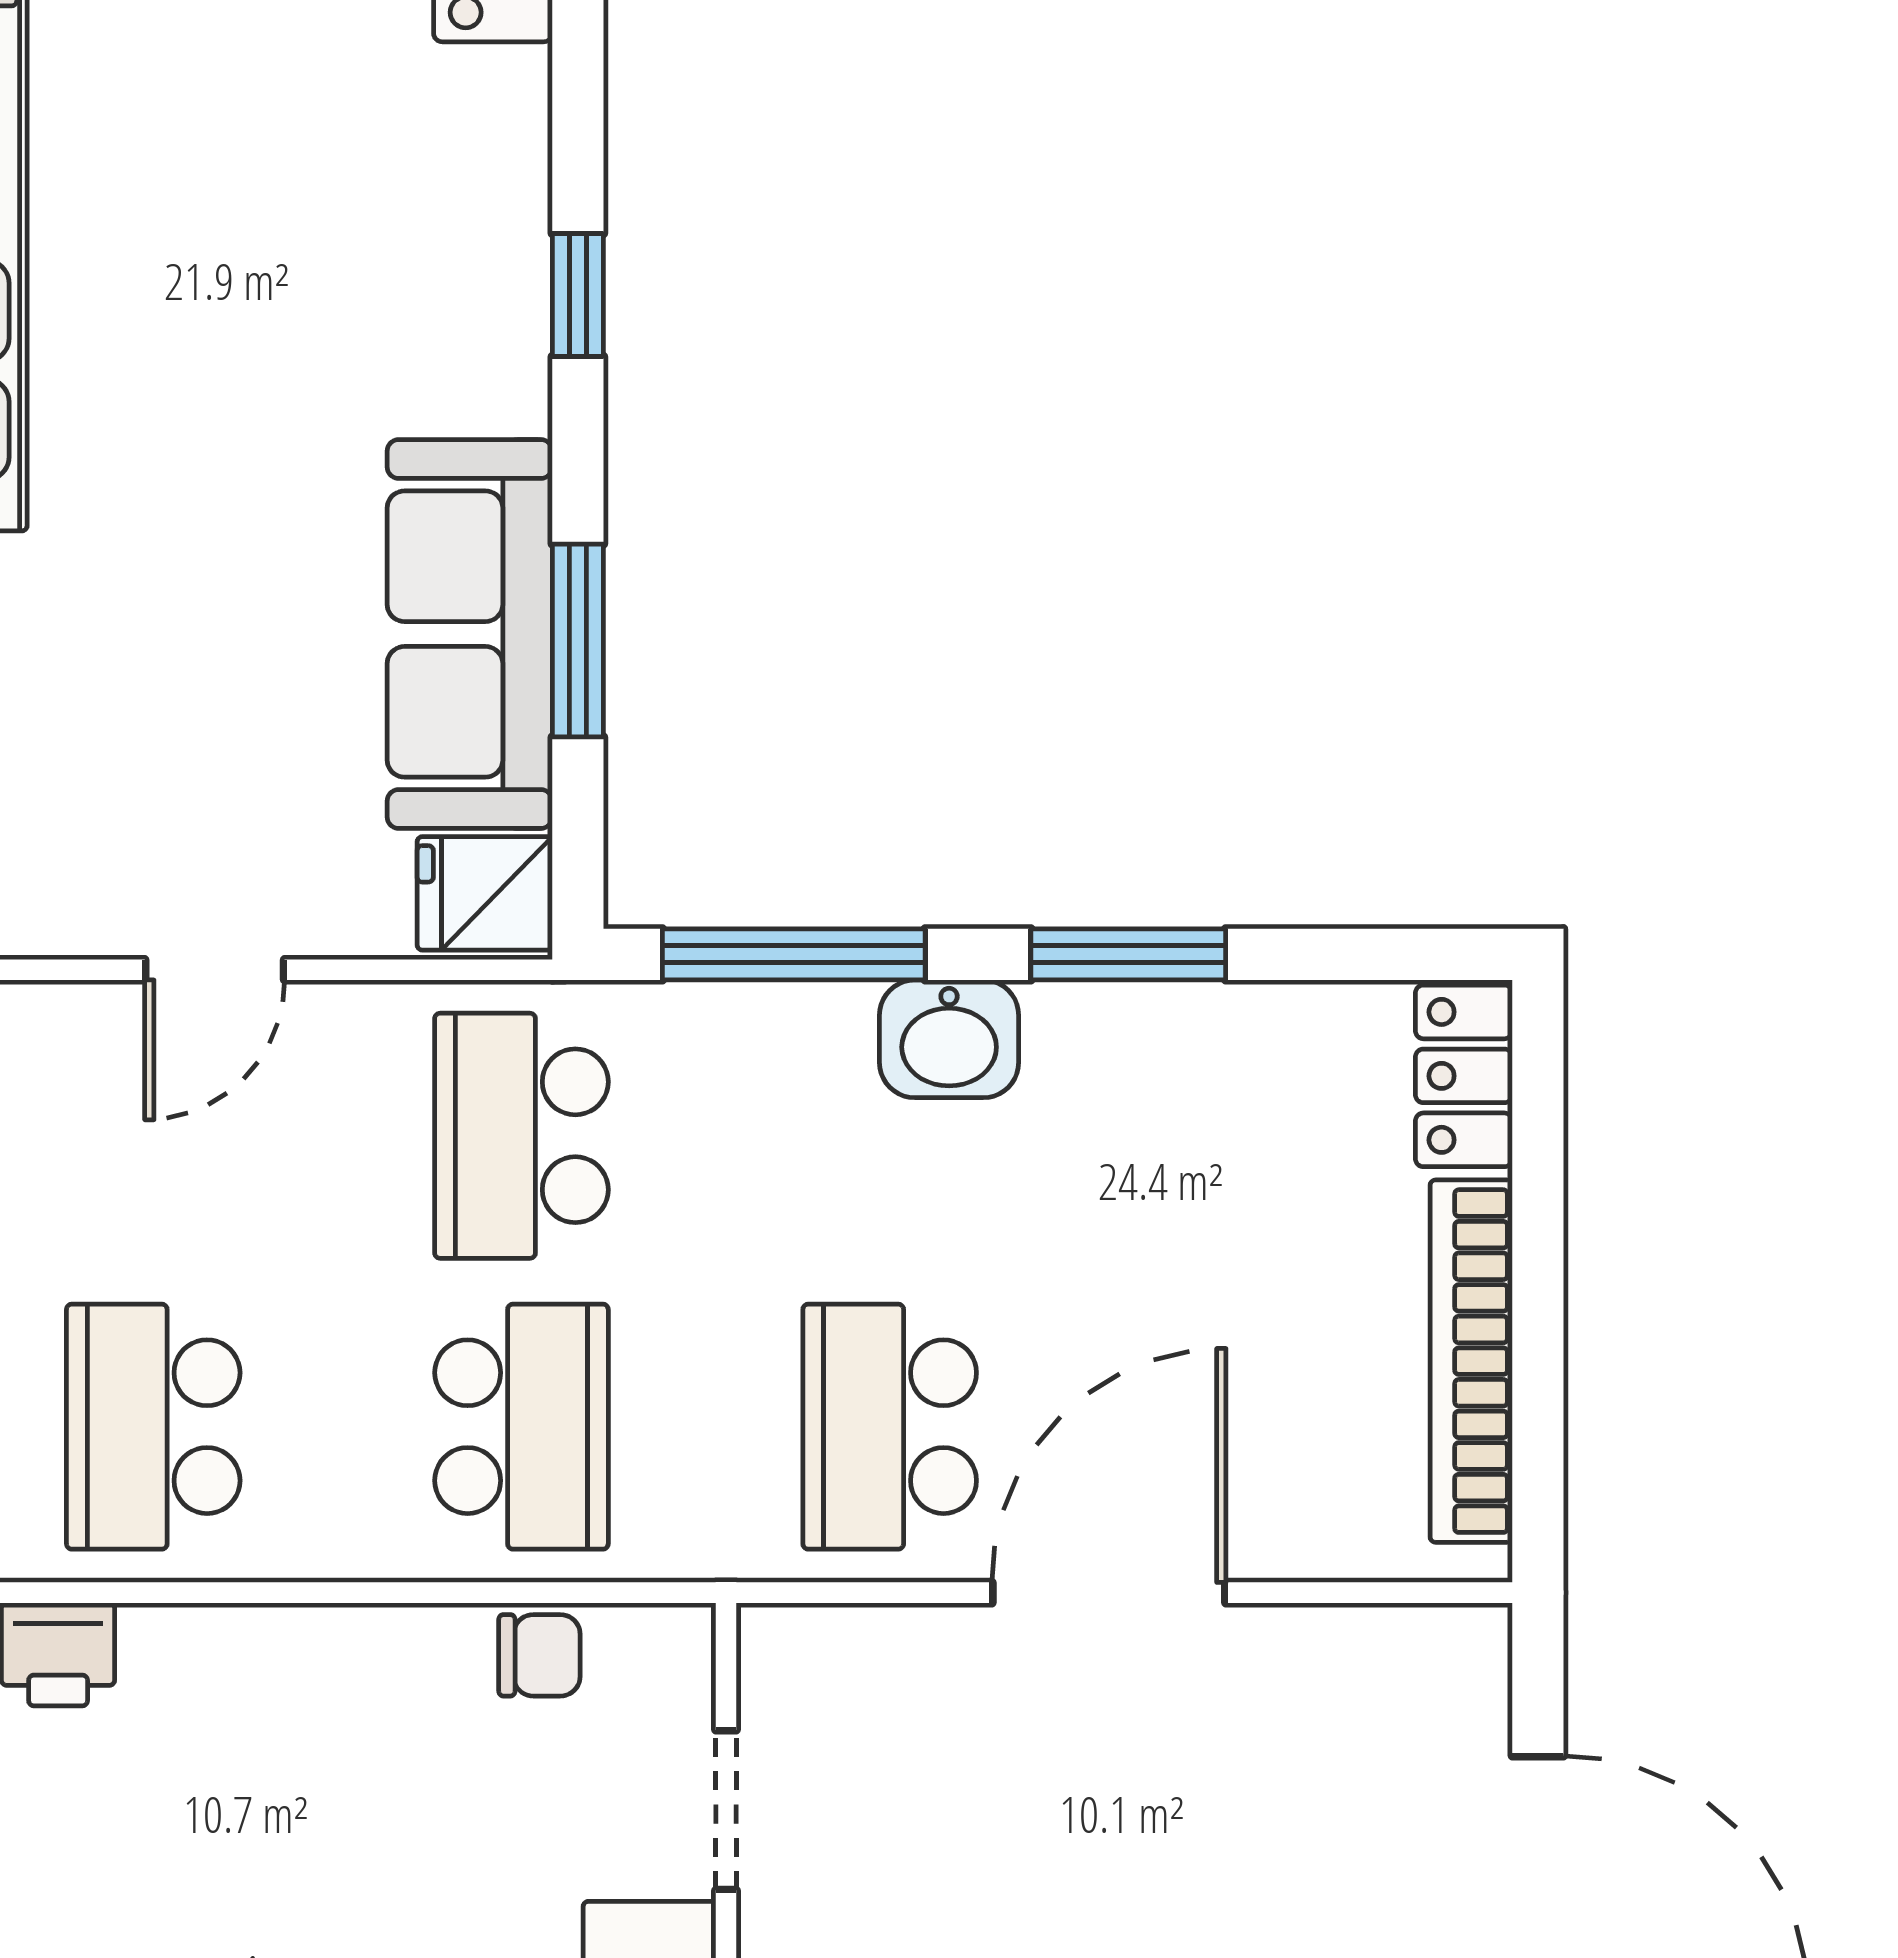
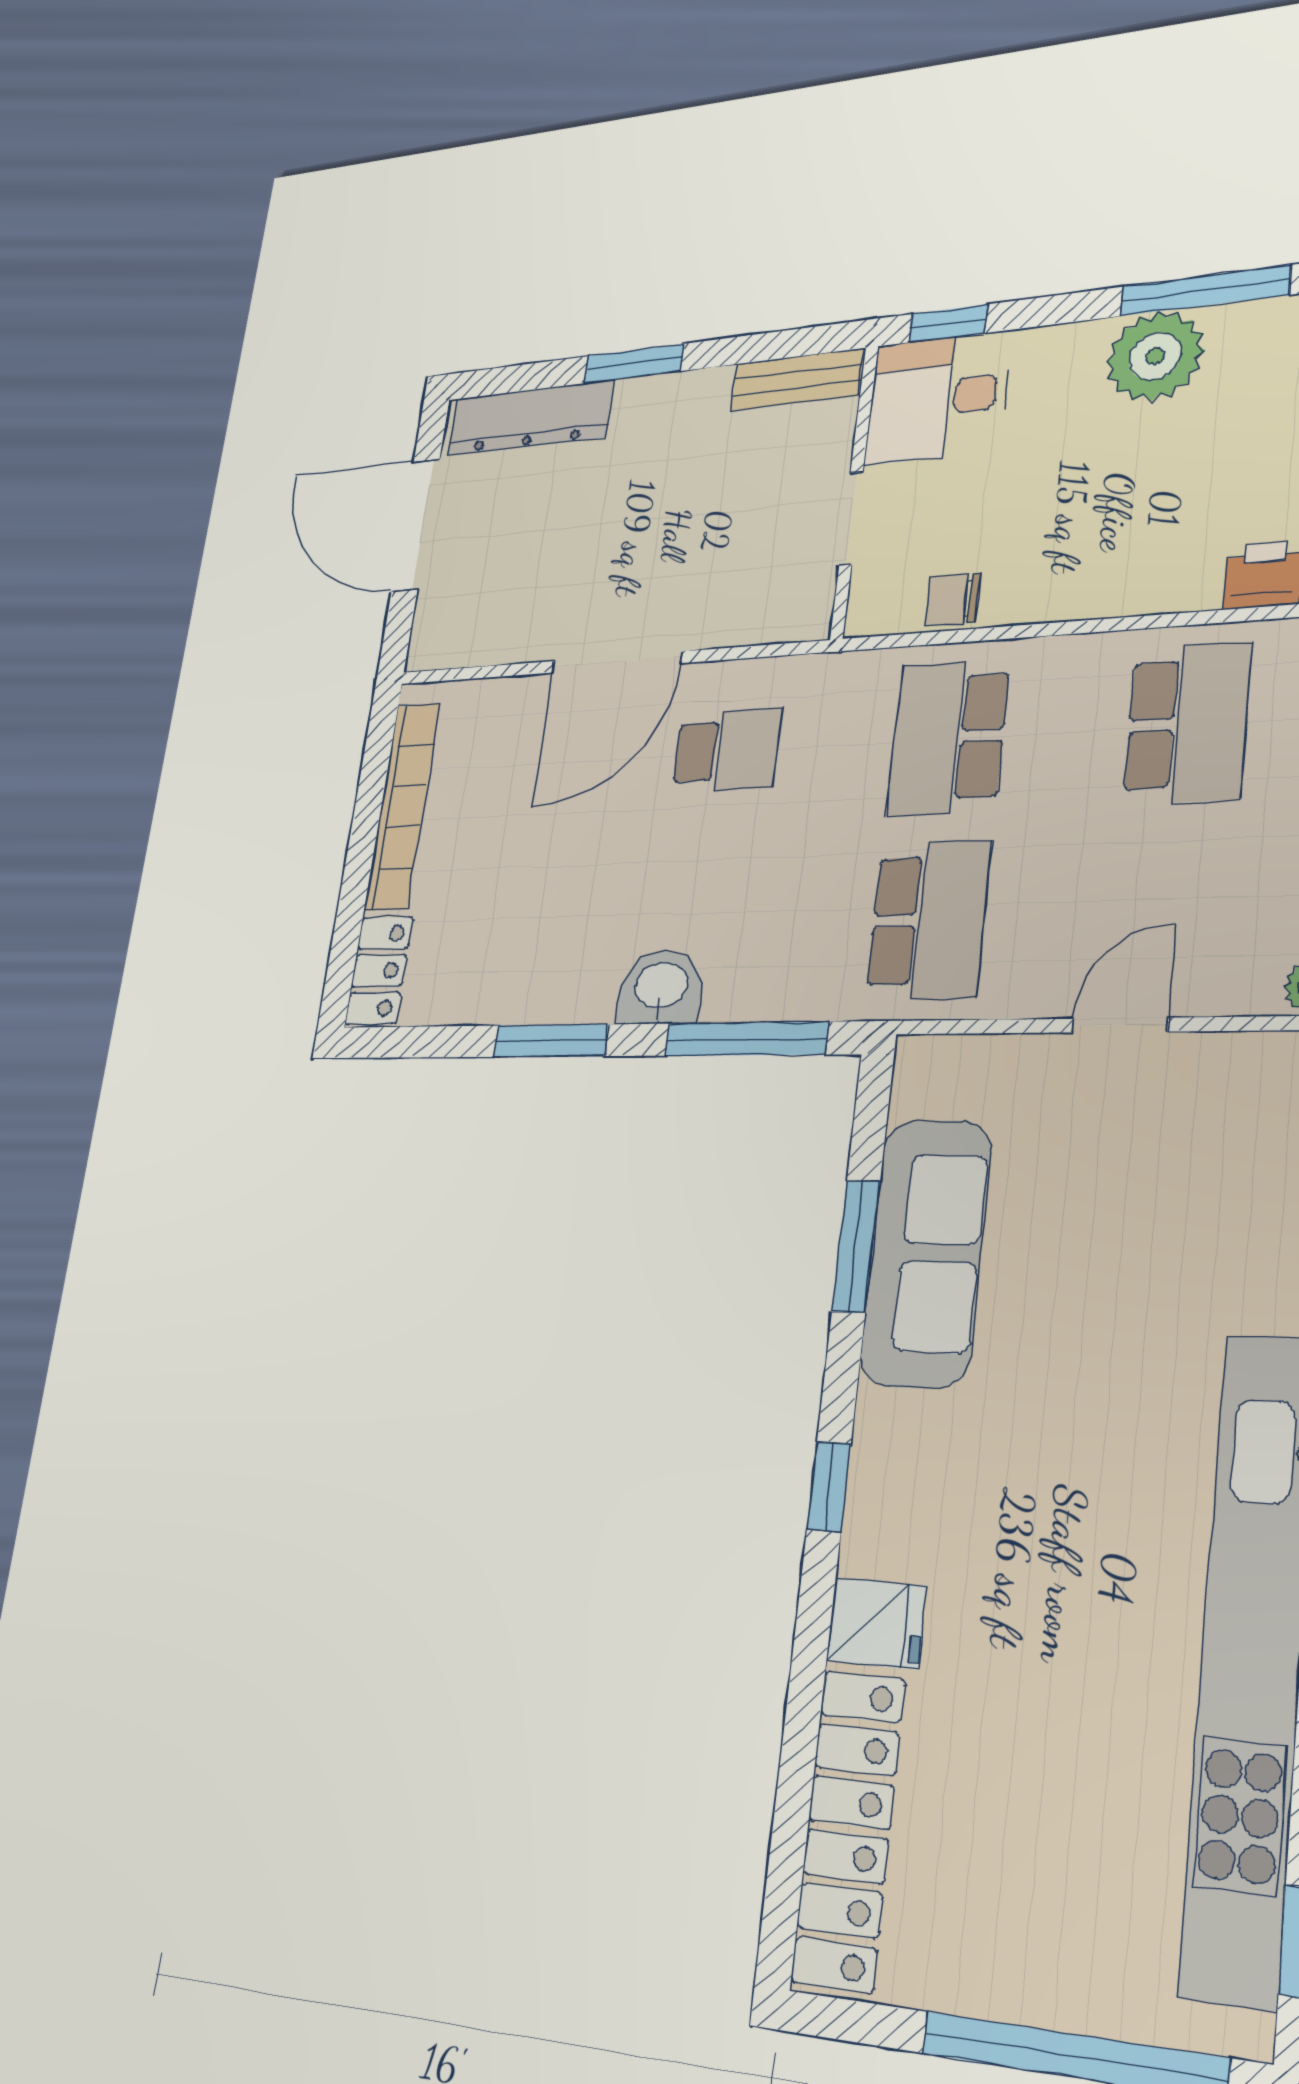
fridge: (485, 893) -> (876, 1623), moved
school desk: (890, 1427) -> (727, 750), width x0.54

